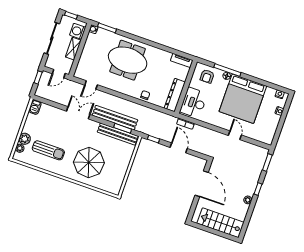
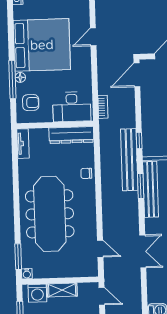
meeting table: (128, 60) -> (50, 214), width x1.36
double door: (78, 113) -> (143, 251), swing flipped
bench: (115, 118) -> (129, 160), moved
door: (179, 148) -> (137, 75), moved

